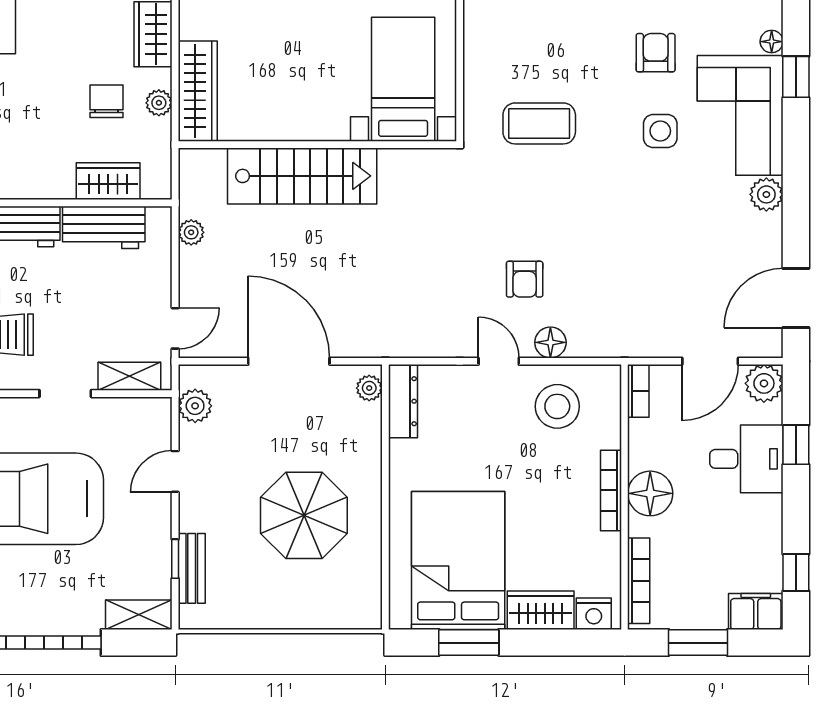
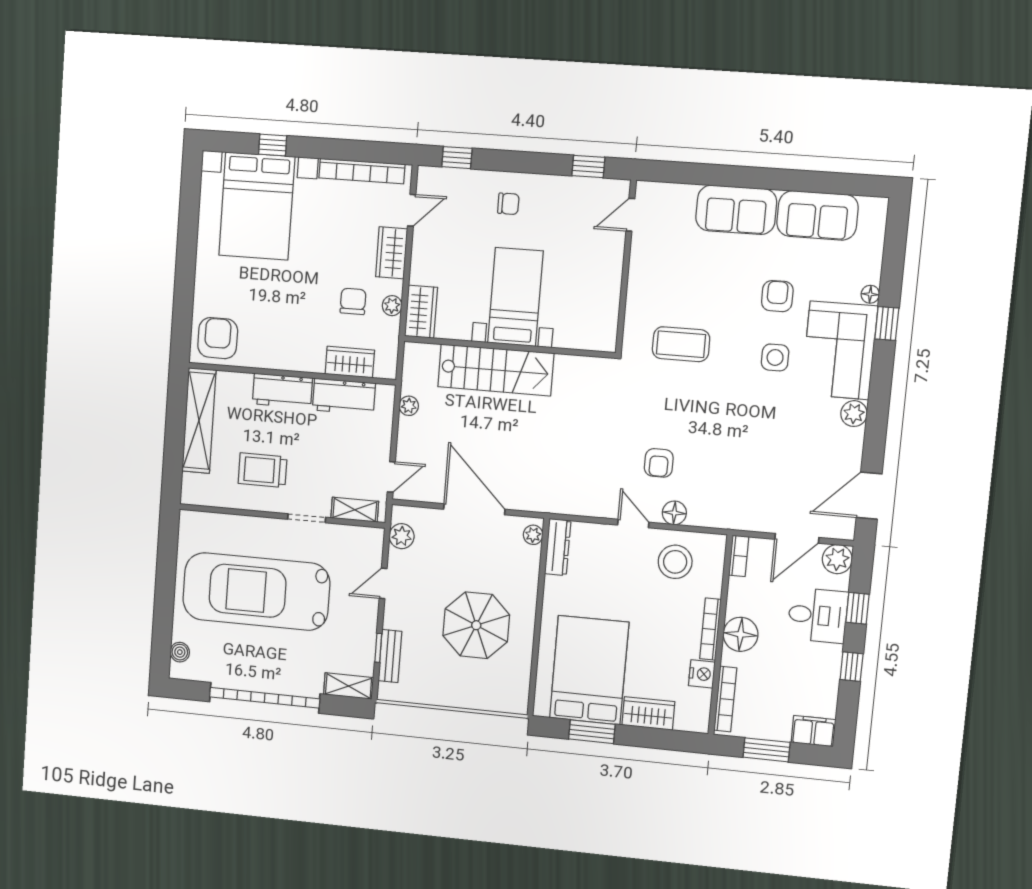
bed with nightstands: (403, 79) -> (515, 297), moved
wardrobe: (198, 91) -> (421, 312), width x0.67
window: (796, 573) -> (852, 667), moved
nightstand: (594, 614) -> (702, 674), moved, turned -90

